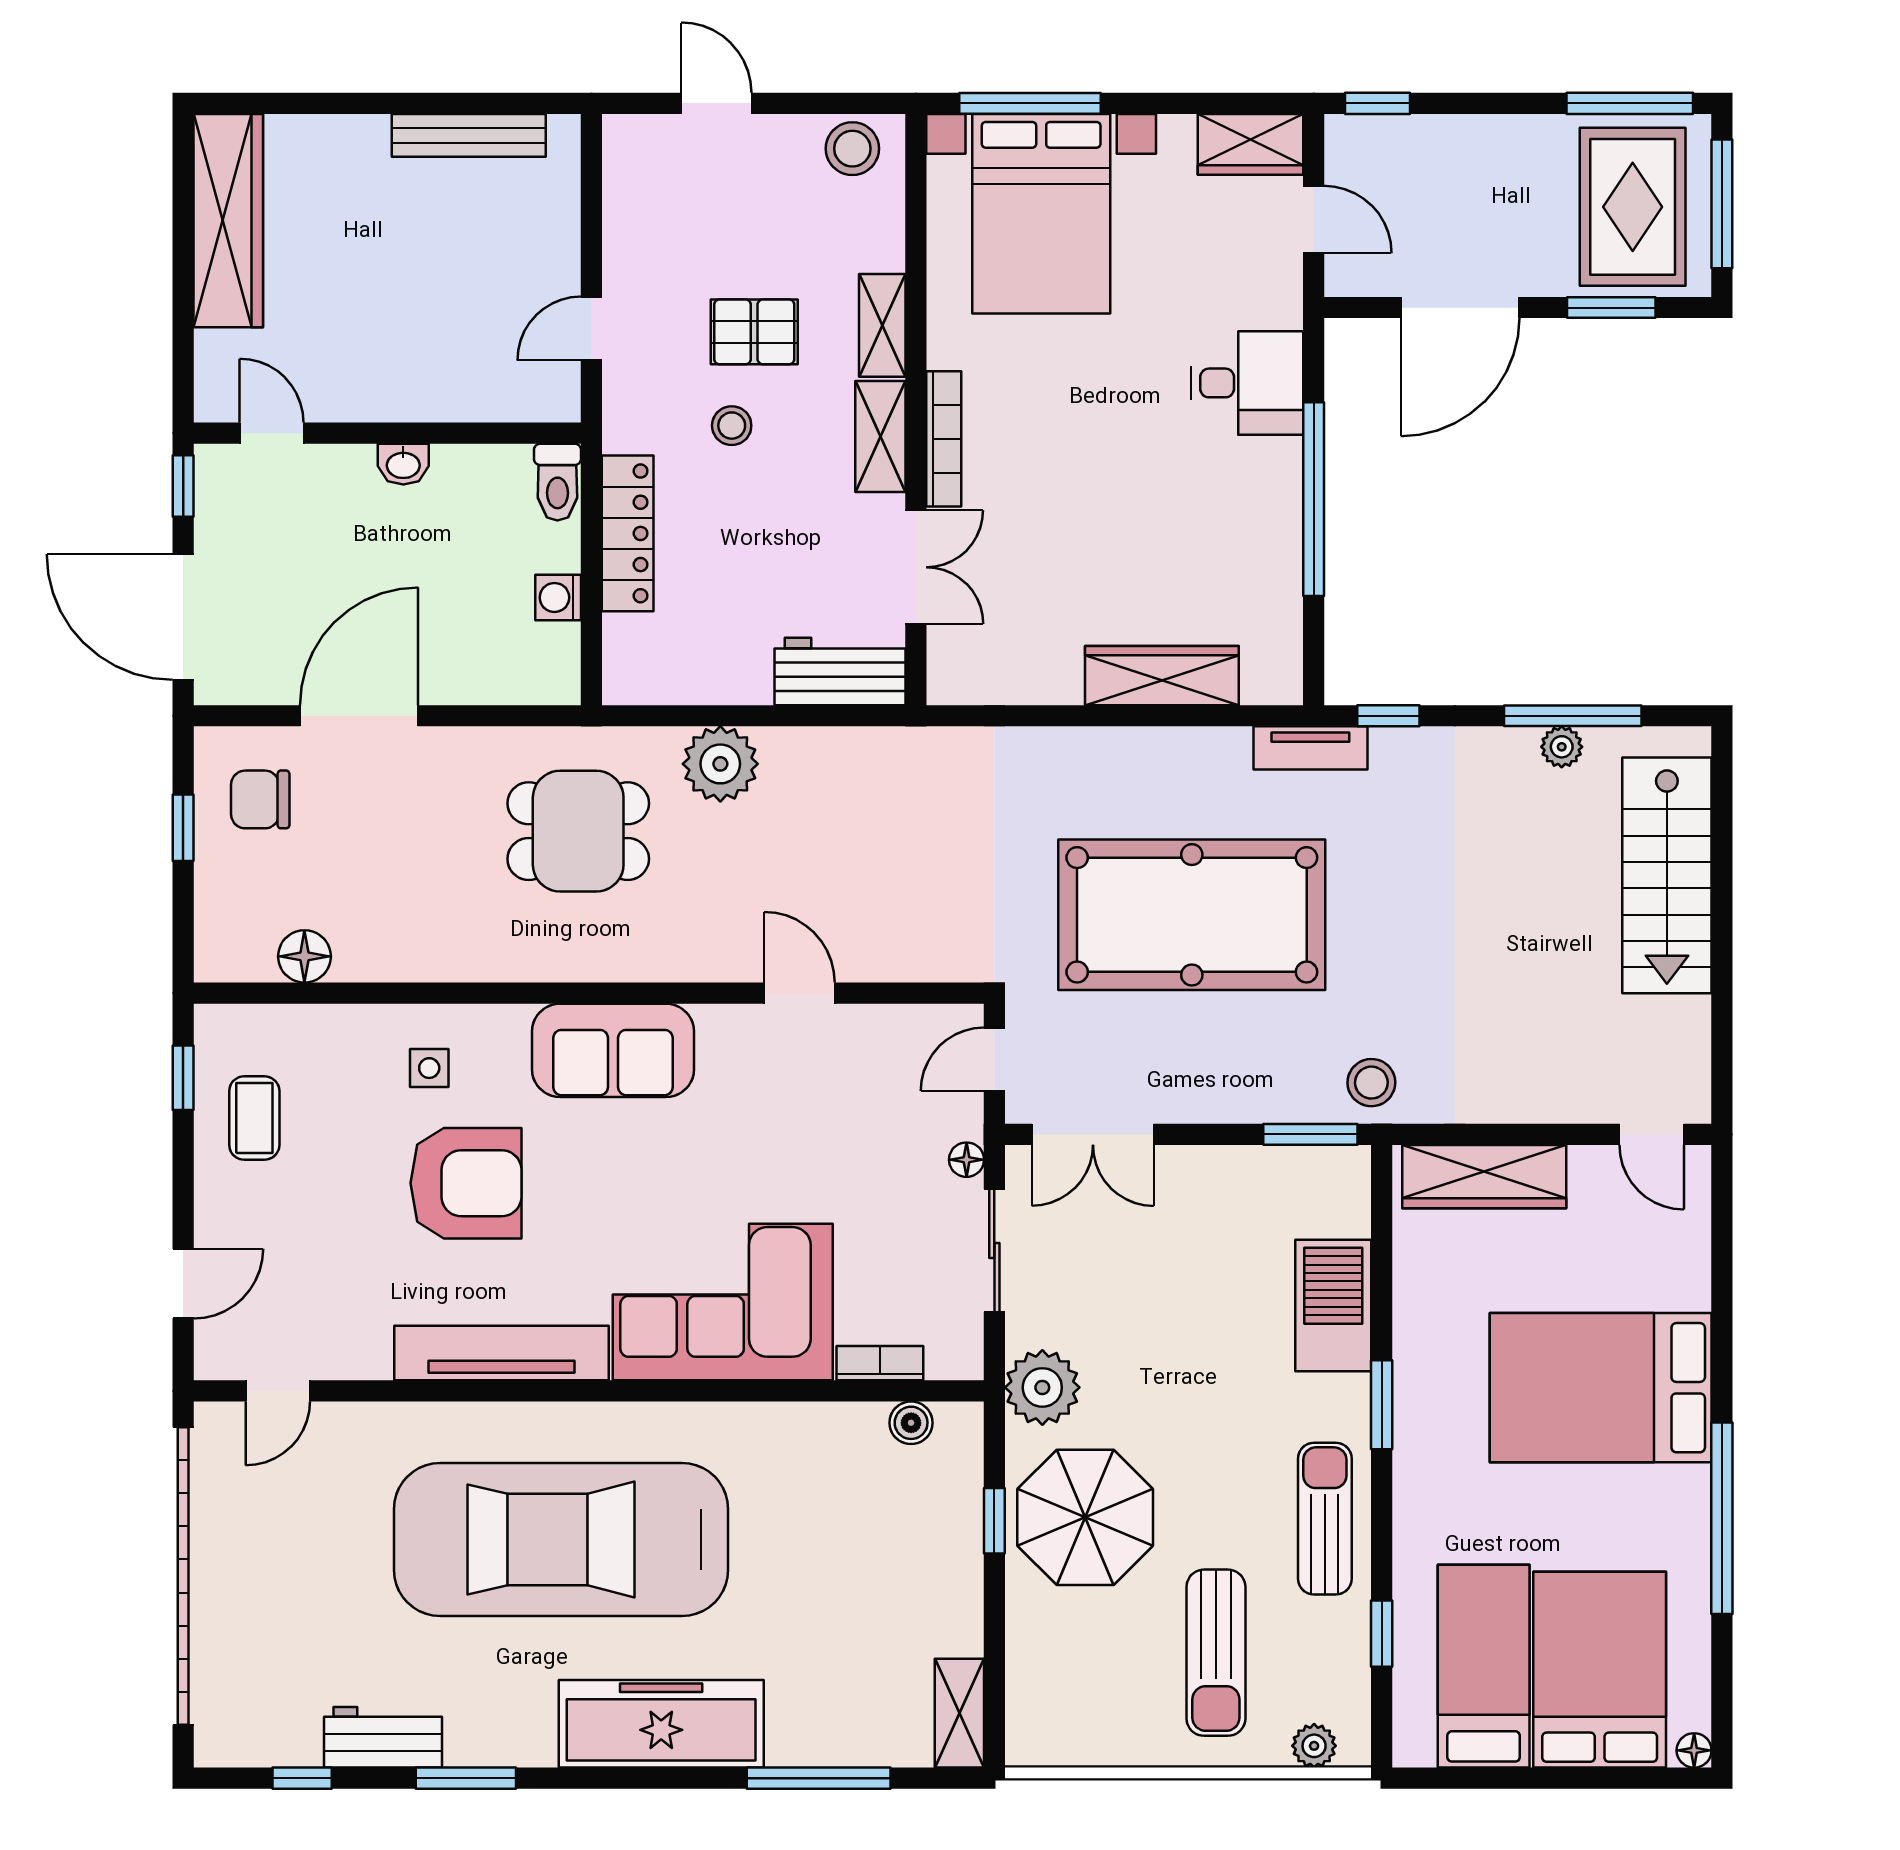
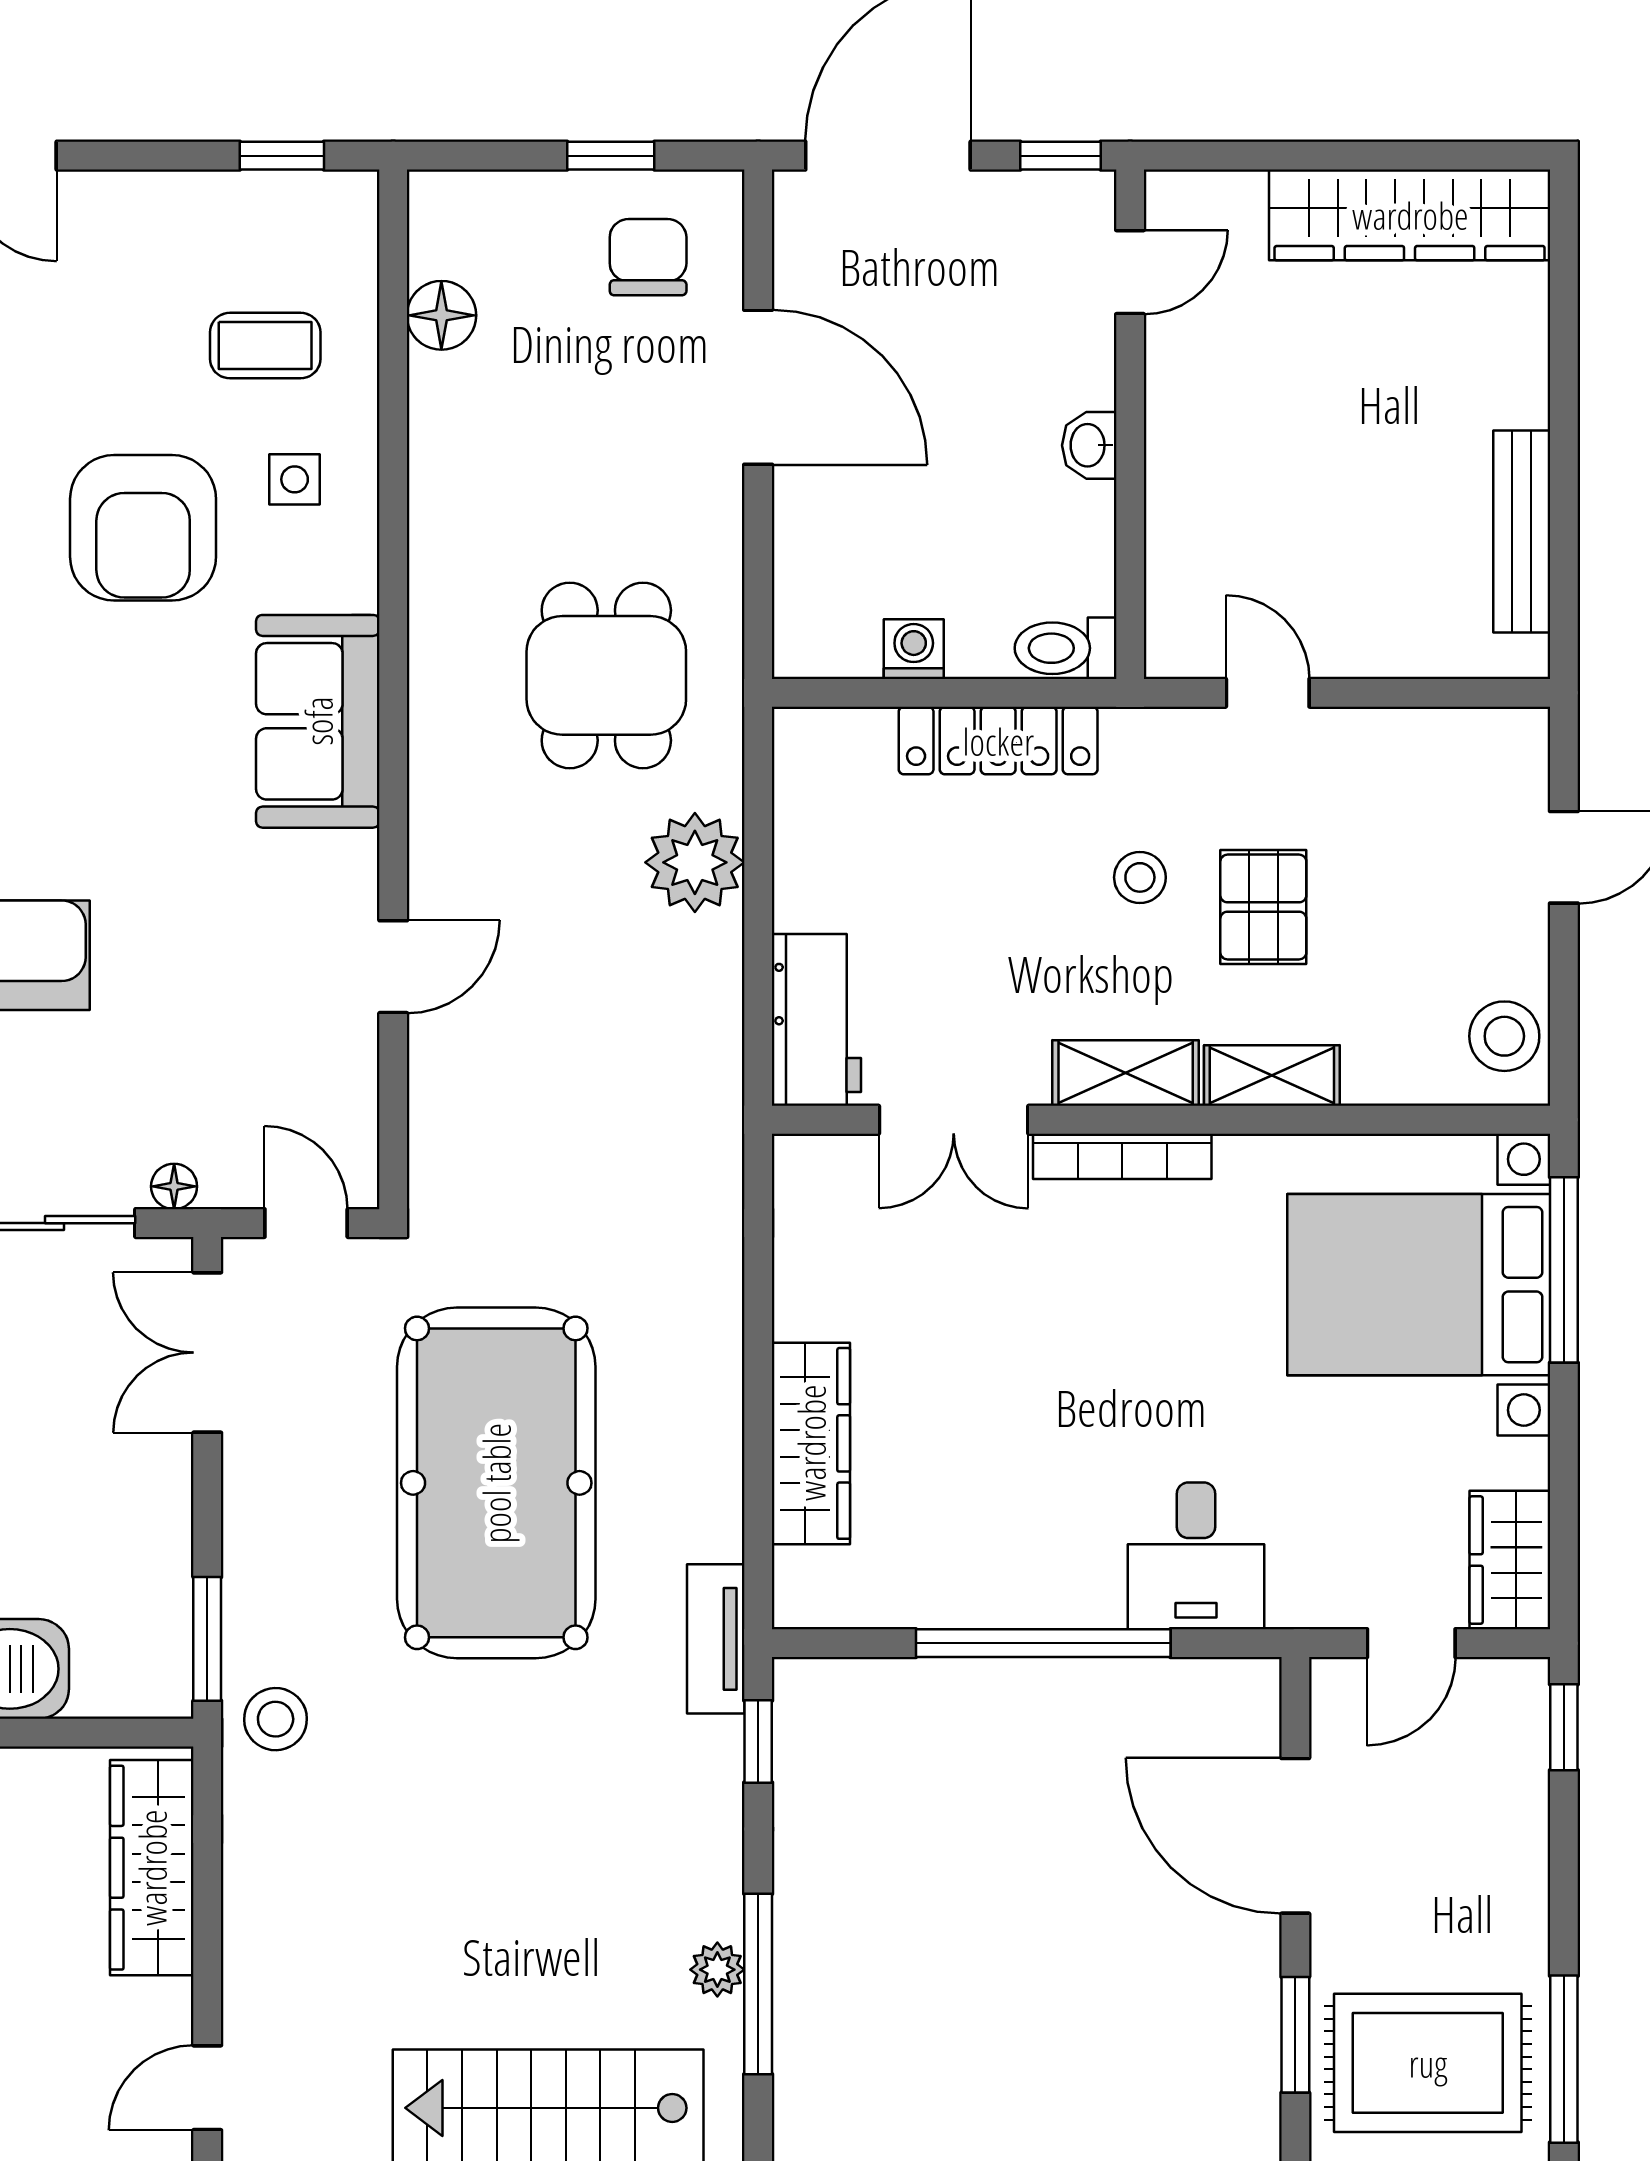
coffee table: (254, 1118) -> (265, 346), moved

